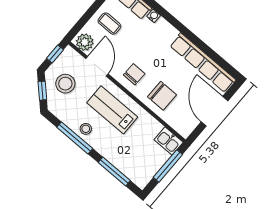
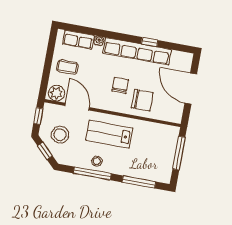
window: (201, 45) -> (150, 42), added
row of seats: (203, 63) -> (137, 51), moved
chair: (134, 74) -> (120, 86), moved
kitchen sink: (169, 141) -> (168, 133), removed

